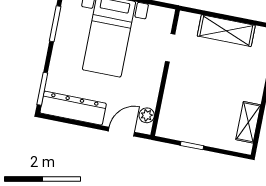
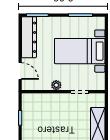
plant: (147, 115) -> (56, 85), moved

